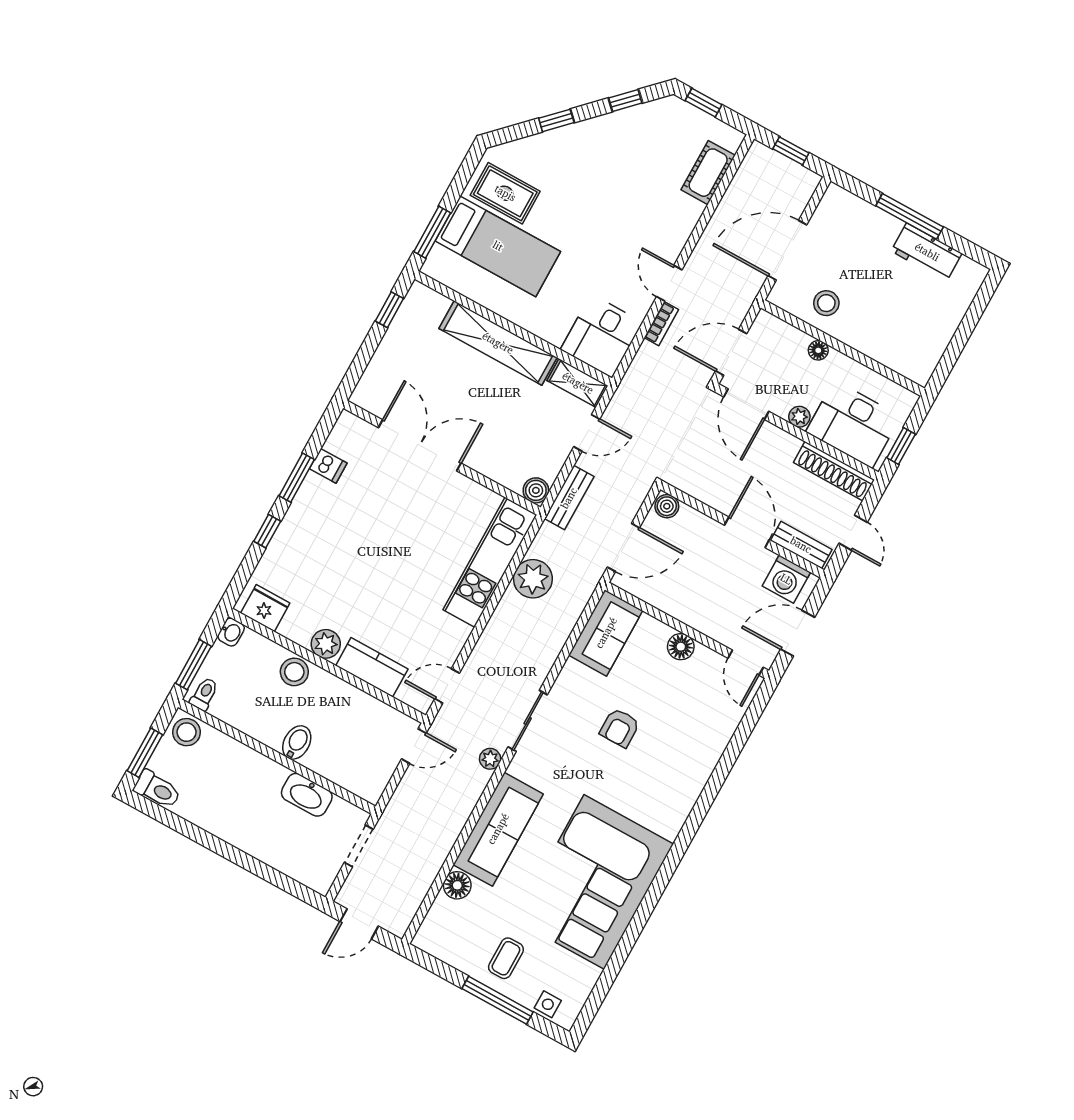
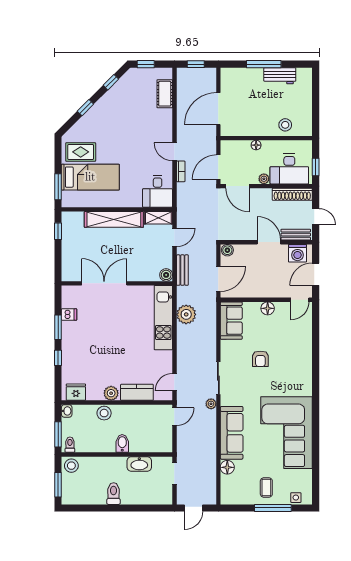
stool: (826, 303) -> (285, 125), moved
door: (746, 663) -> (300, 300), hinge flipped
toilet: (157, 789) -> (114, 494), moved, turned -90

